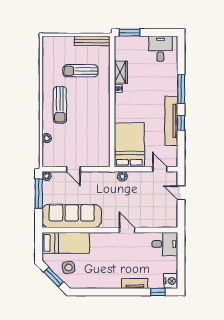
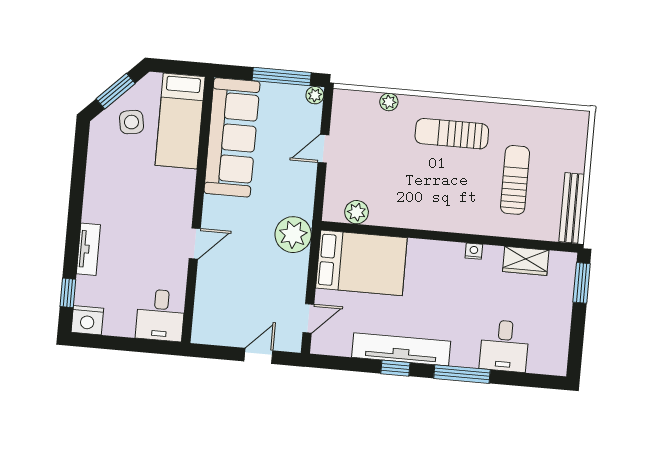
desk: (160, 49) -> (504, 346), moved, turned 90
wardrobe: (121, 72) -> (526, 261), moved
plant: (104, 150) -> (357, 212), added
plant: (122, 176) -> (293, 235), width x1.88, depth x1.88

